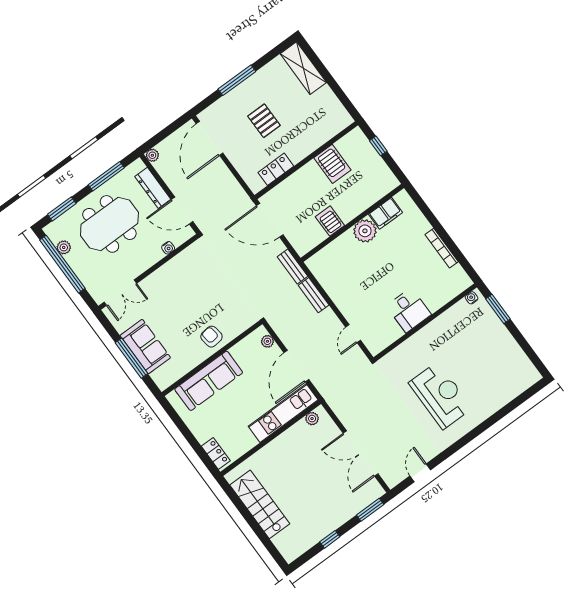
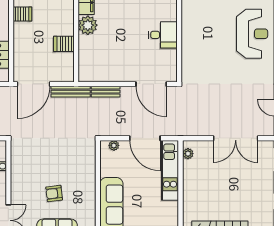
server rack: (332, 164) -> (22, 14), width x0.73, depth x0.70
bench: (293, 266) -> (71, 92), width x1.36
door: (353, 334) -> (151, 84), width x1.88
armchair: (211, 337) -> (54, 193), moved
reception desk: (440, 395) -> (252, 34), moved, turned 90

